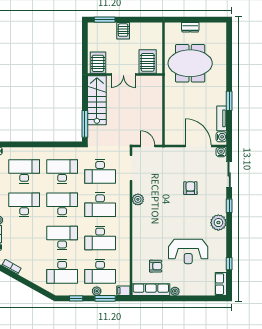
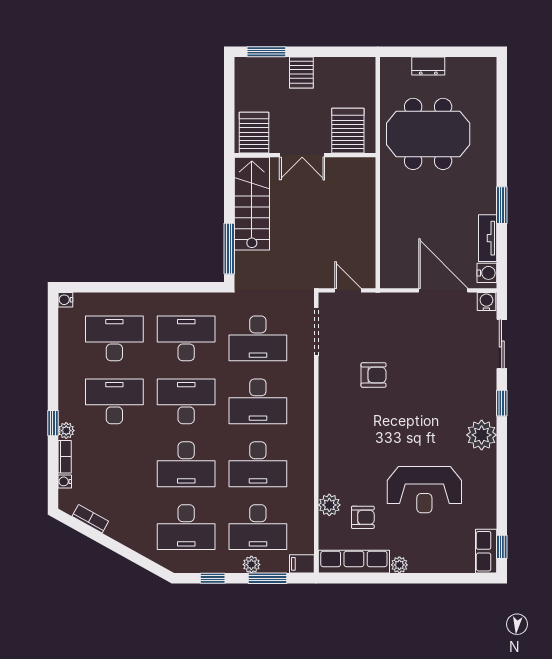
armchair: (190, 188) -> (374, 375), moved, turned 90
plant: (138, 199) -> (329, 505), moved
desk: (62, 238) -> (186, 464), turned 180
window: (229, 264) -> (502, 547), moved

